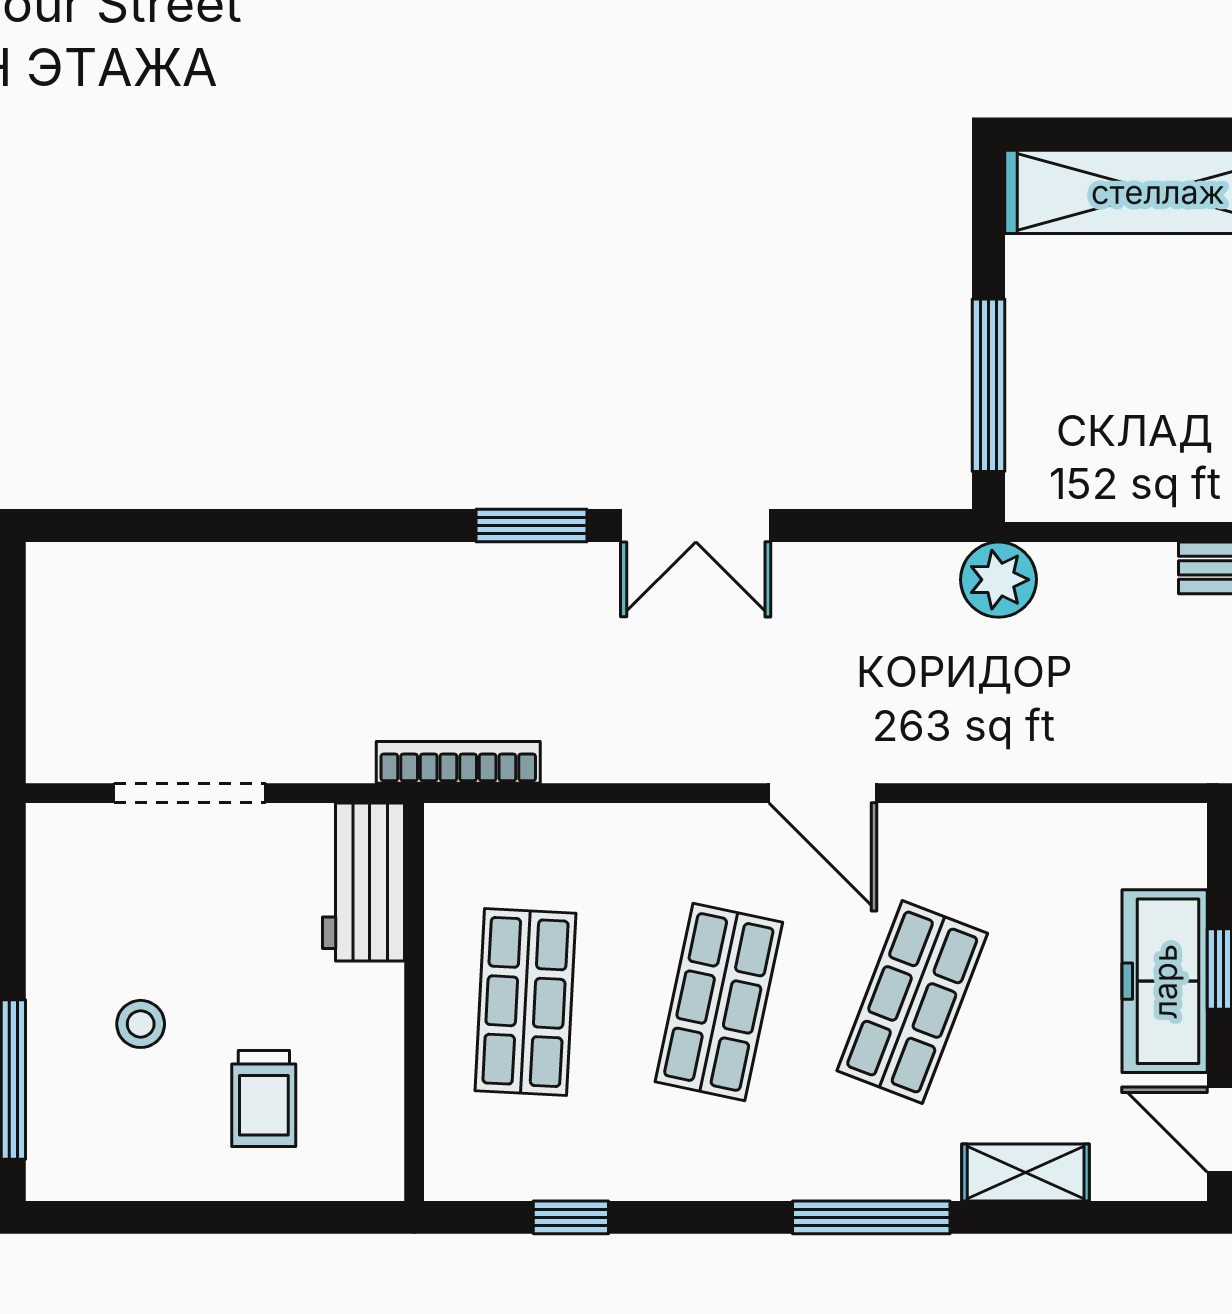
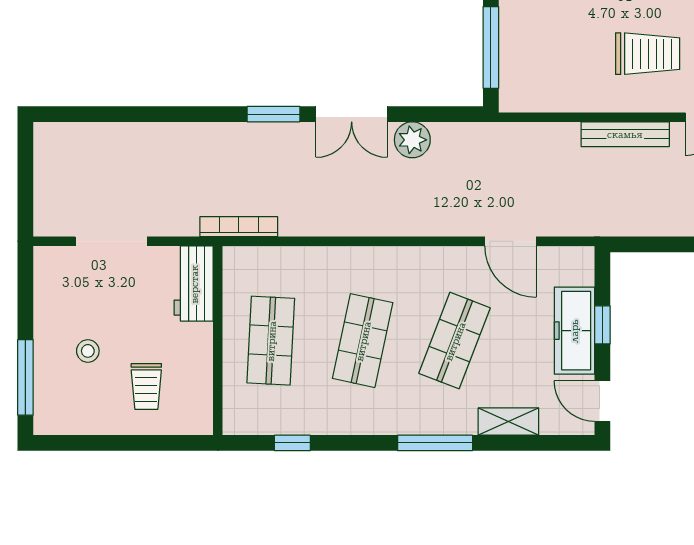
plant: (999, 580) -> (412, 140), moved
door: (823, 793) -> (511, 241), moved

